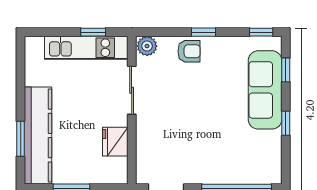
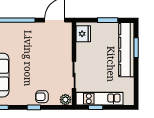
fridge: (115, 142) -> (83, 34), moved

